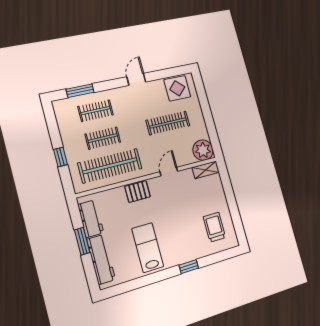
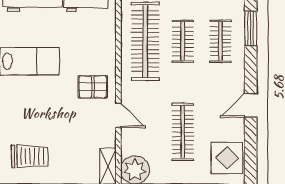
door: (136, 79) -> (251, 105), swing flipped
pallet: (138, 192) -> (93, 87), moved, turned 90

